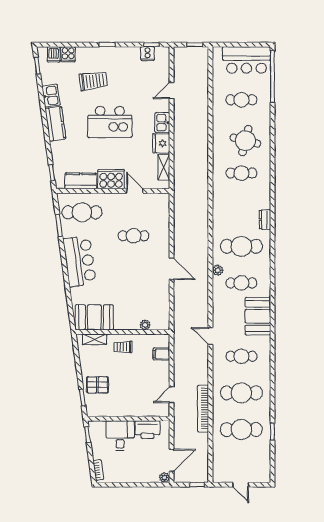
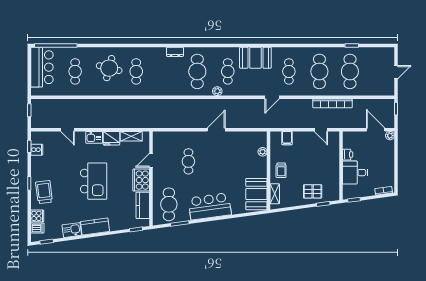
trolley: (93, 81) -> (44, 192), moved
pallet: (97, 385) -> (313, 191), turned 90
printer: (147, 430) -> (348, 155), width x0.53, depth x0.68

